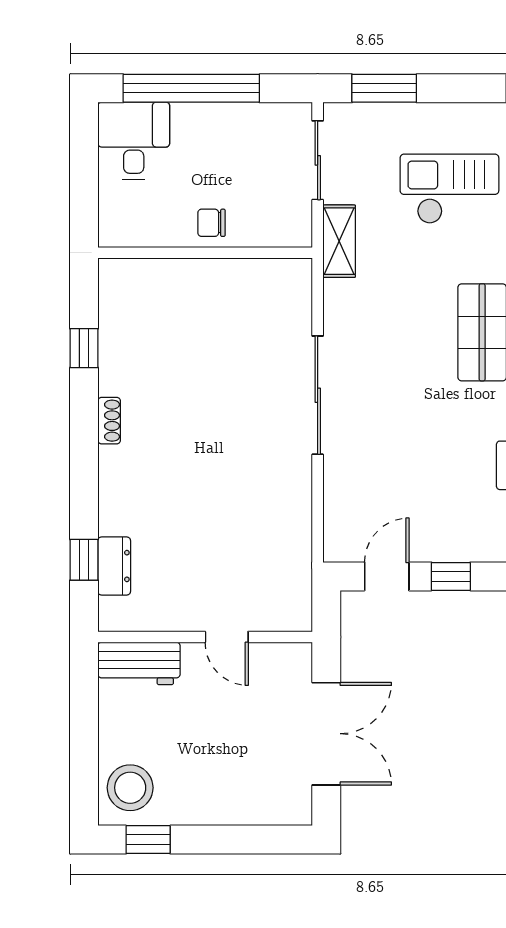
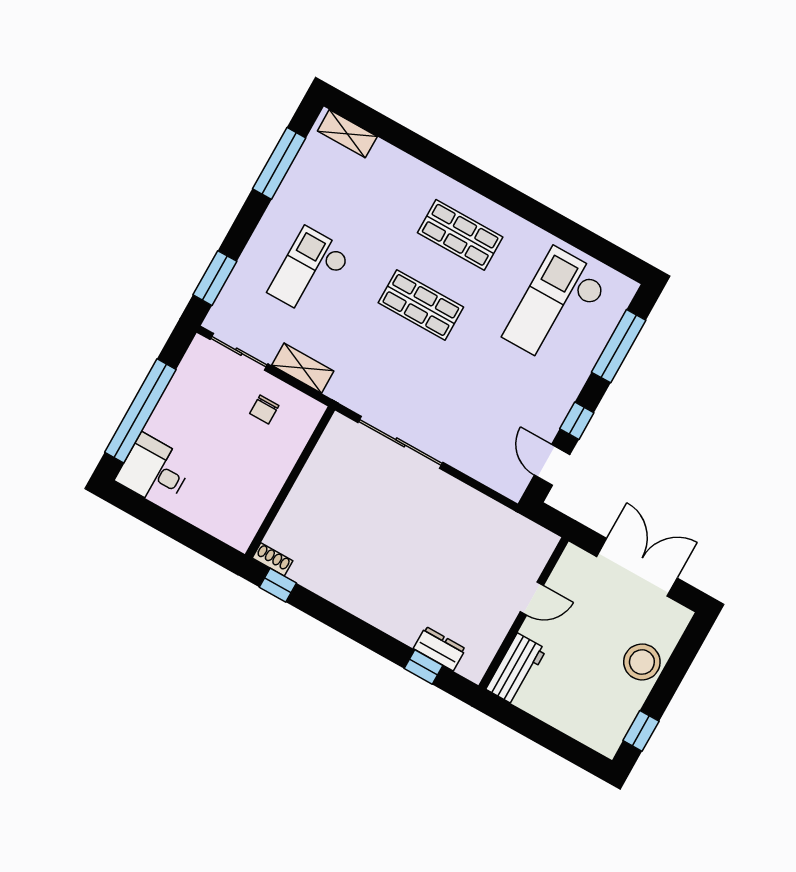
chair: (211, 223) -> (264, 410), moved
wall: (205, 253) -> (290, 482), moved
shoe rack: (109, 421) -> (272, 559), moved
stool: (130, 788) -> (642, 662), moved

